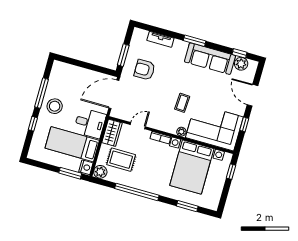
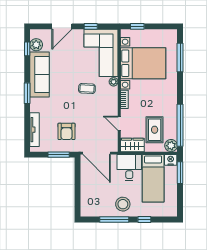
tv unit: (160, 39) -> (35, 130), width x1.41
window: (137, 192) -> (180, 125), moved
window: (187, 206) -> (180, 57), width x1.44

